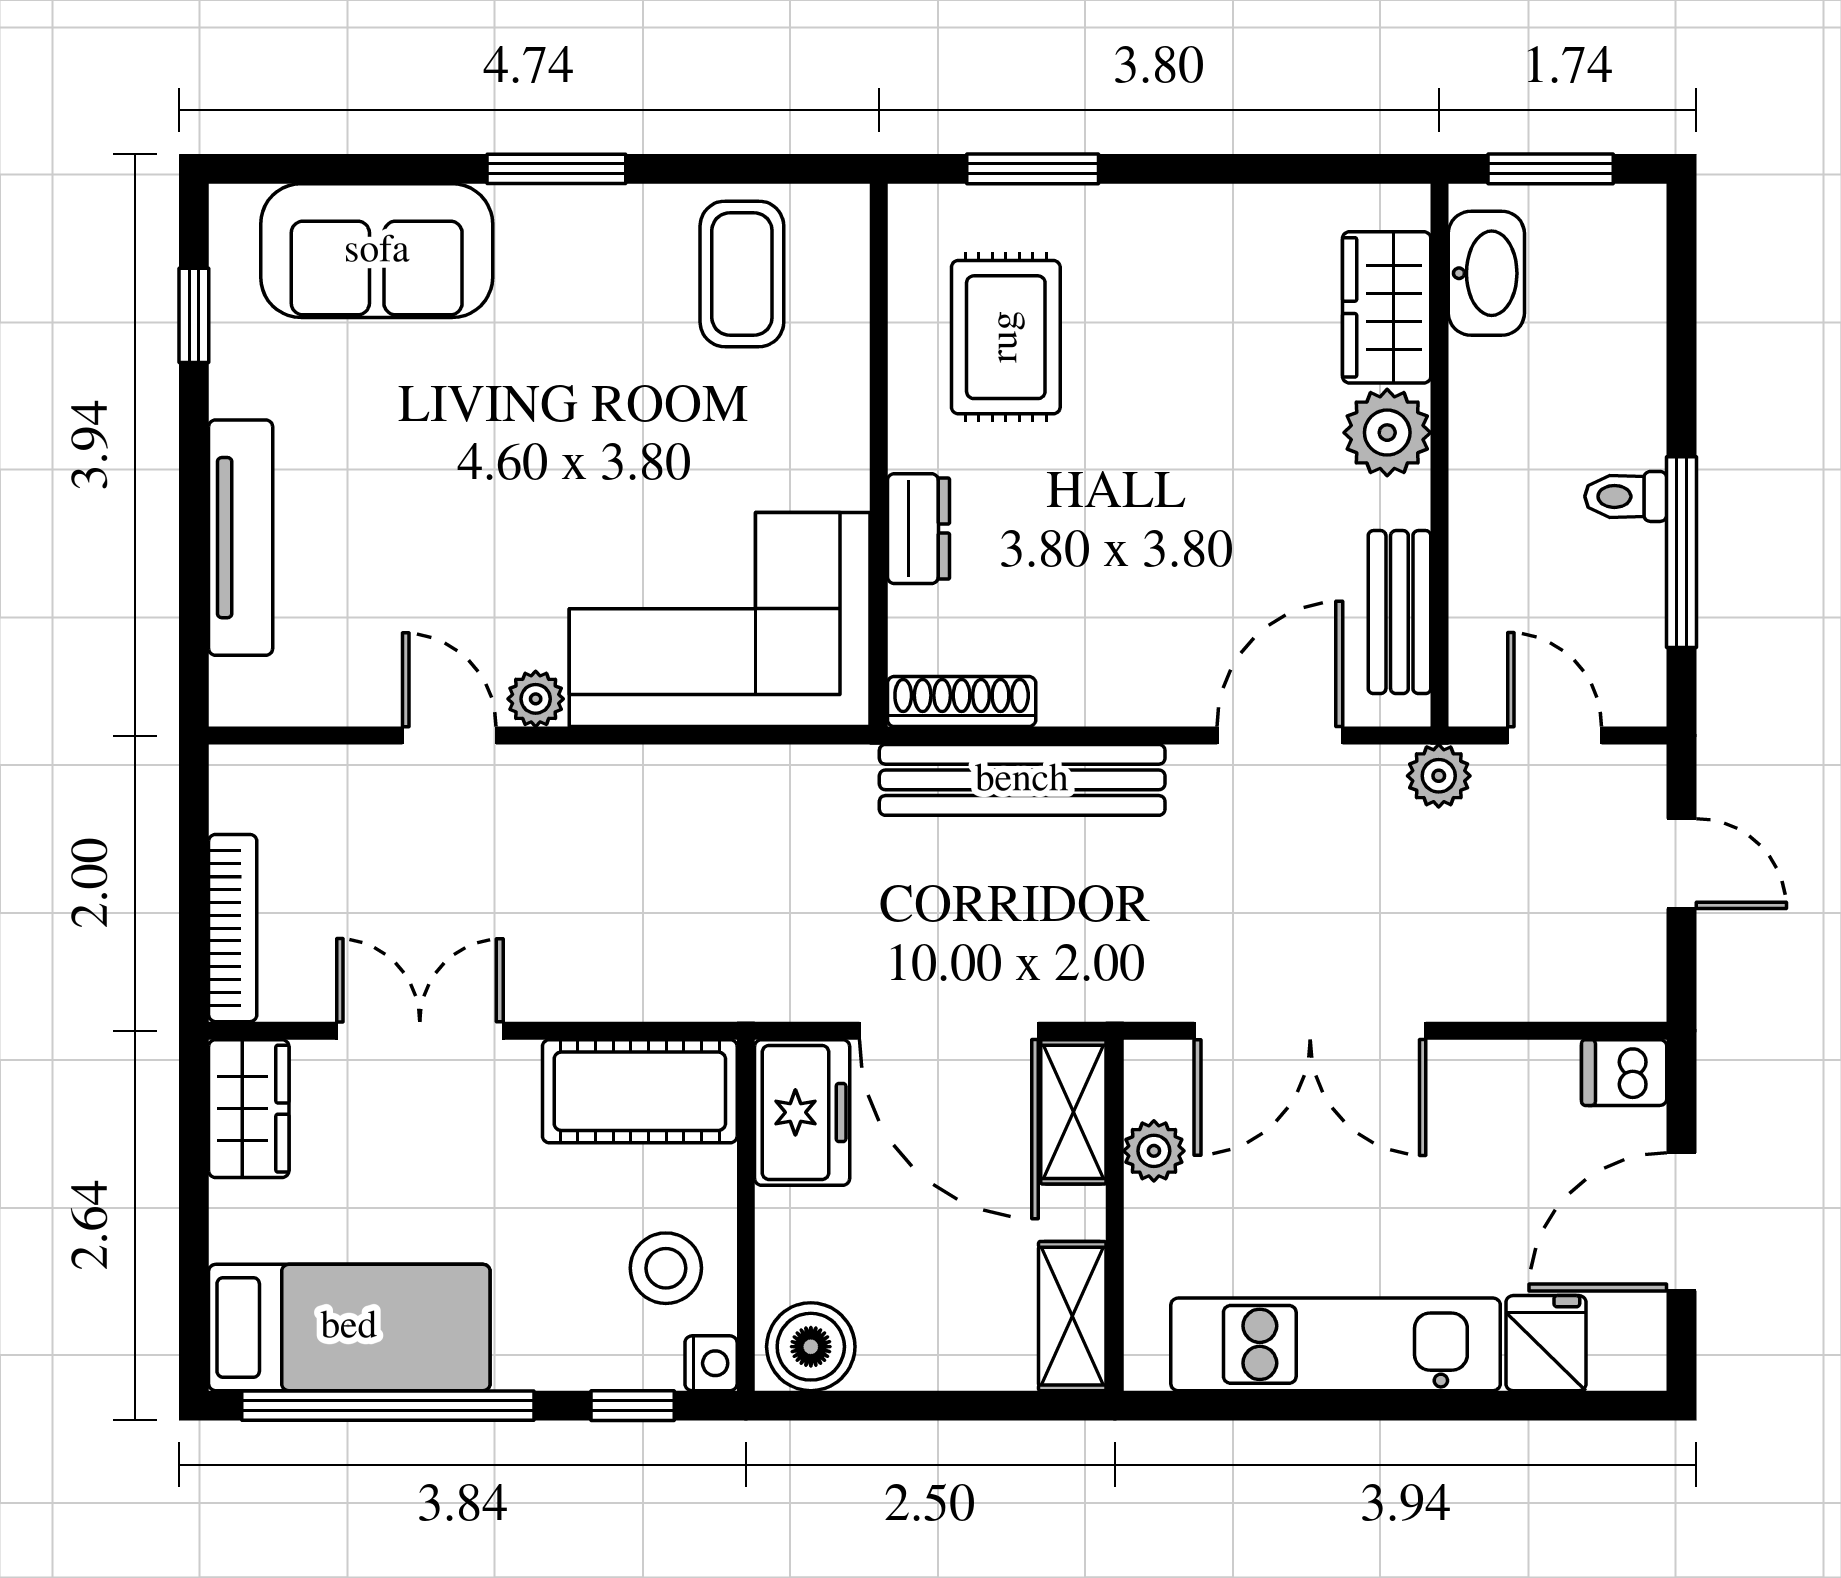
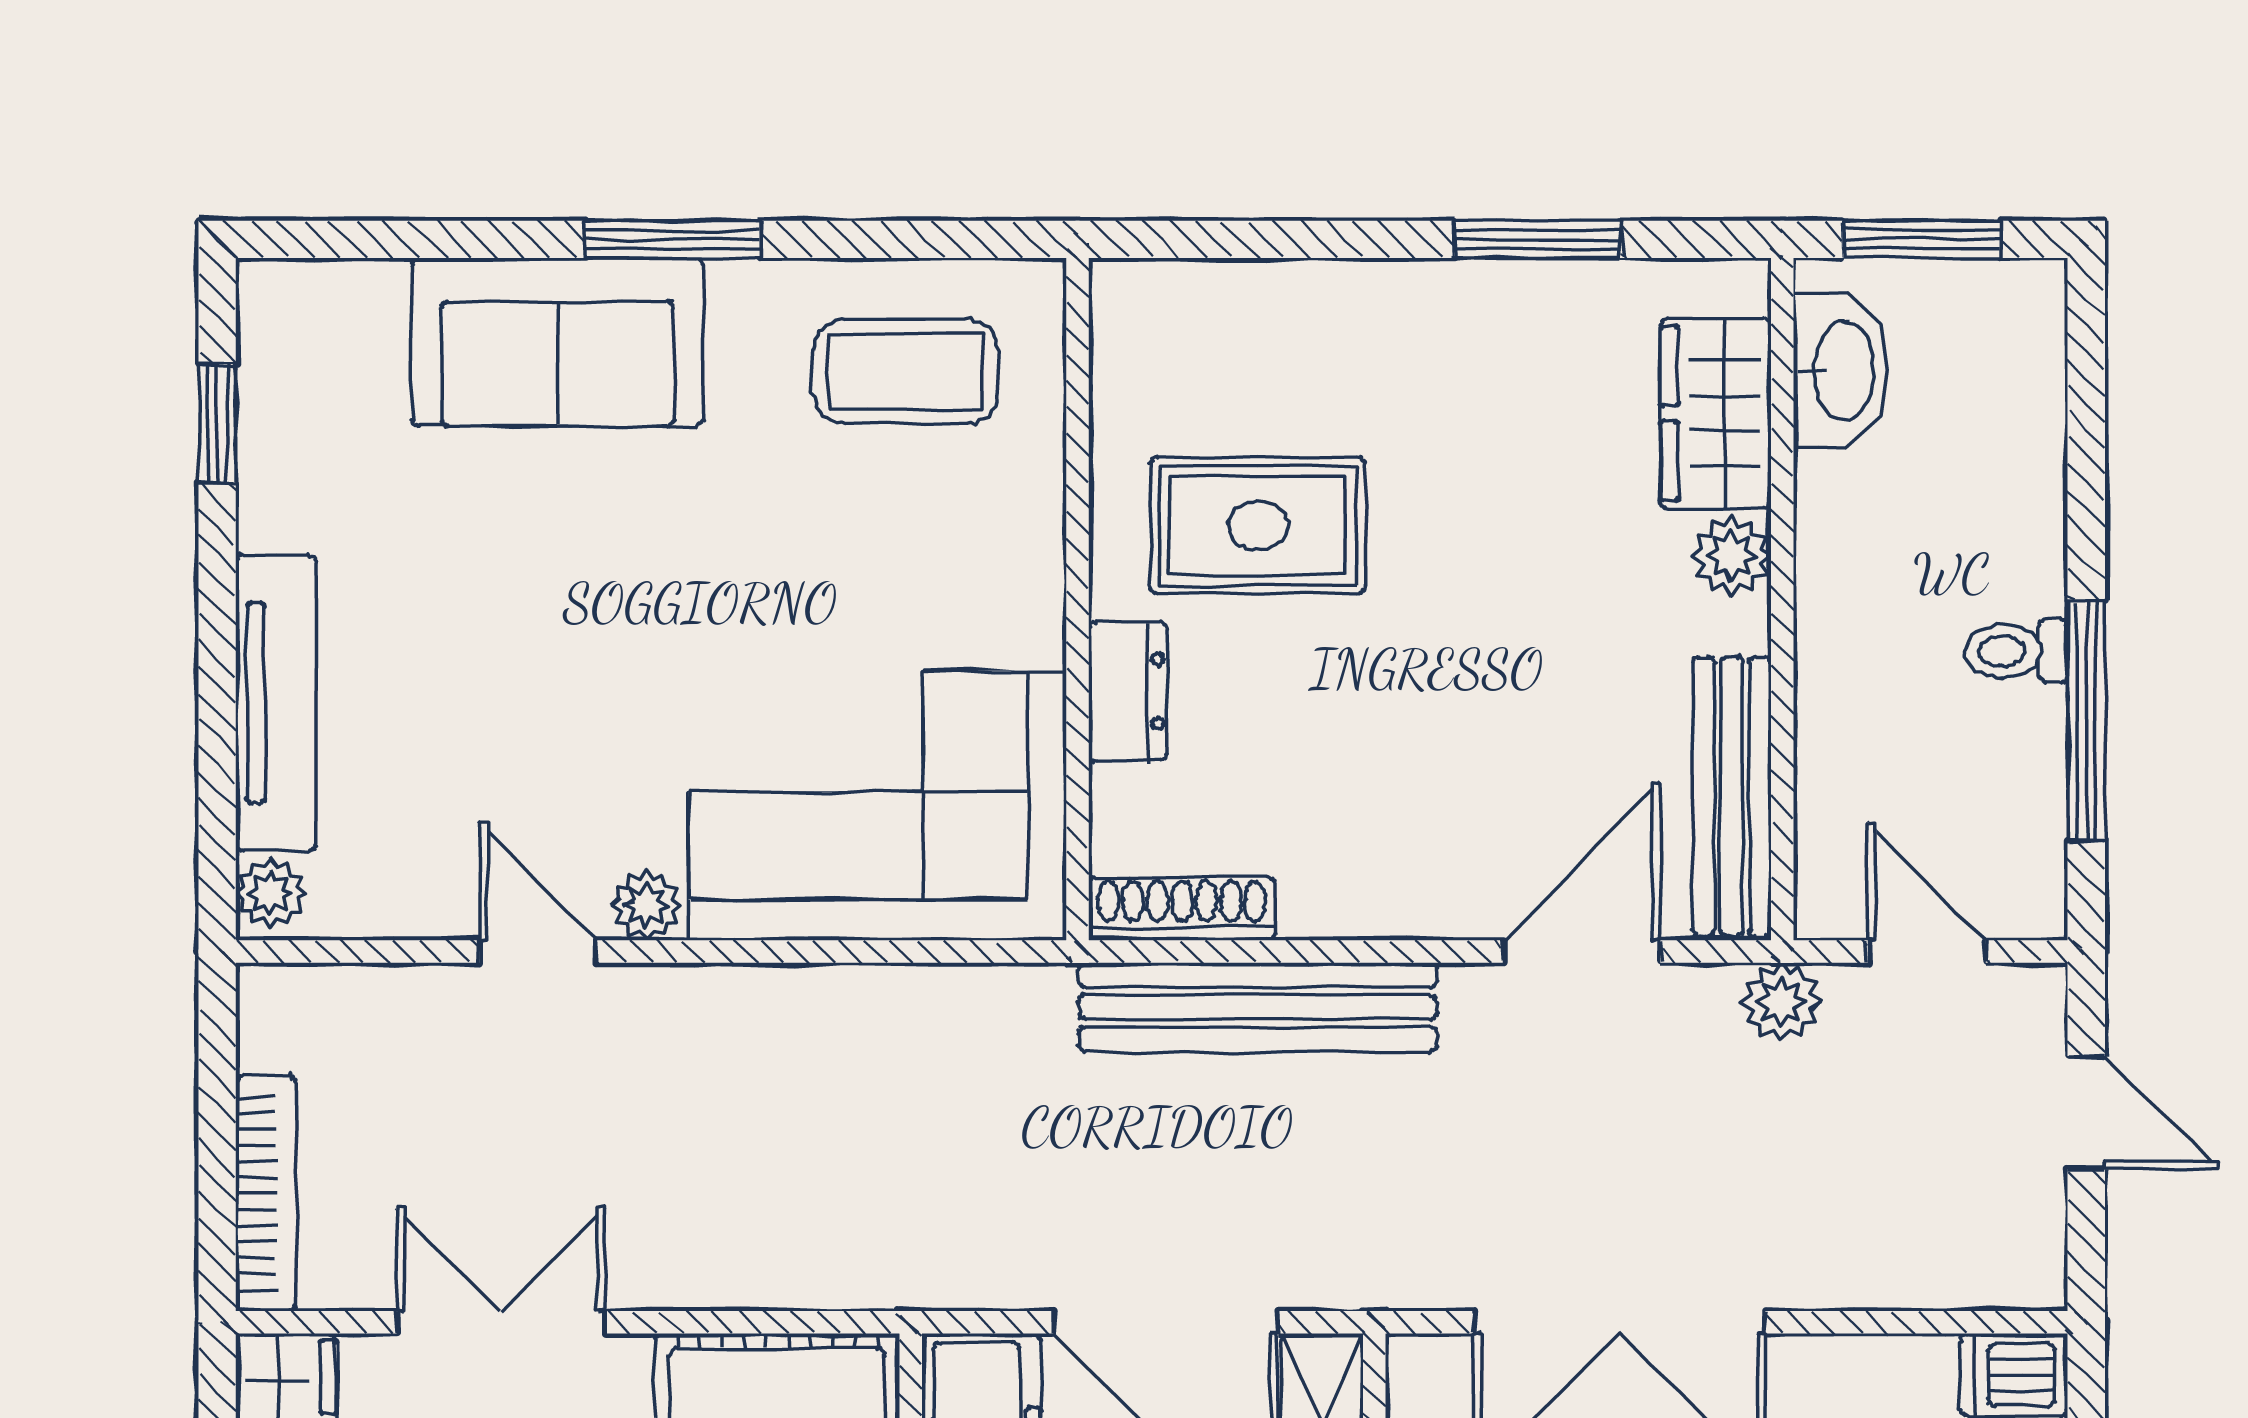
window: (1033, 169) -> (1537, 239), moved
sofa: (377, 251) -> (557, 342), moved
coffee table: (742, 274) -> (906, 372), turned 90
rug: (1006, 337) -> (1258, 526), moved, turned 90
plant: (1387, 433) -> (1731, 556), width x0.73, depth x0.73
bench: (1399, 612) -> (1732, 796), width x1.36
plant: (236, 689) -> (271, 893), added

